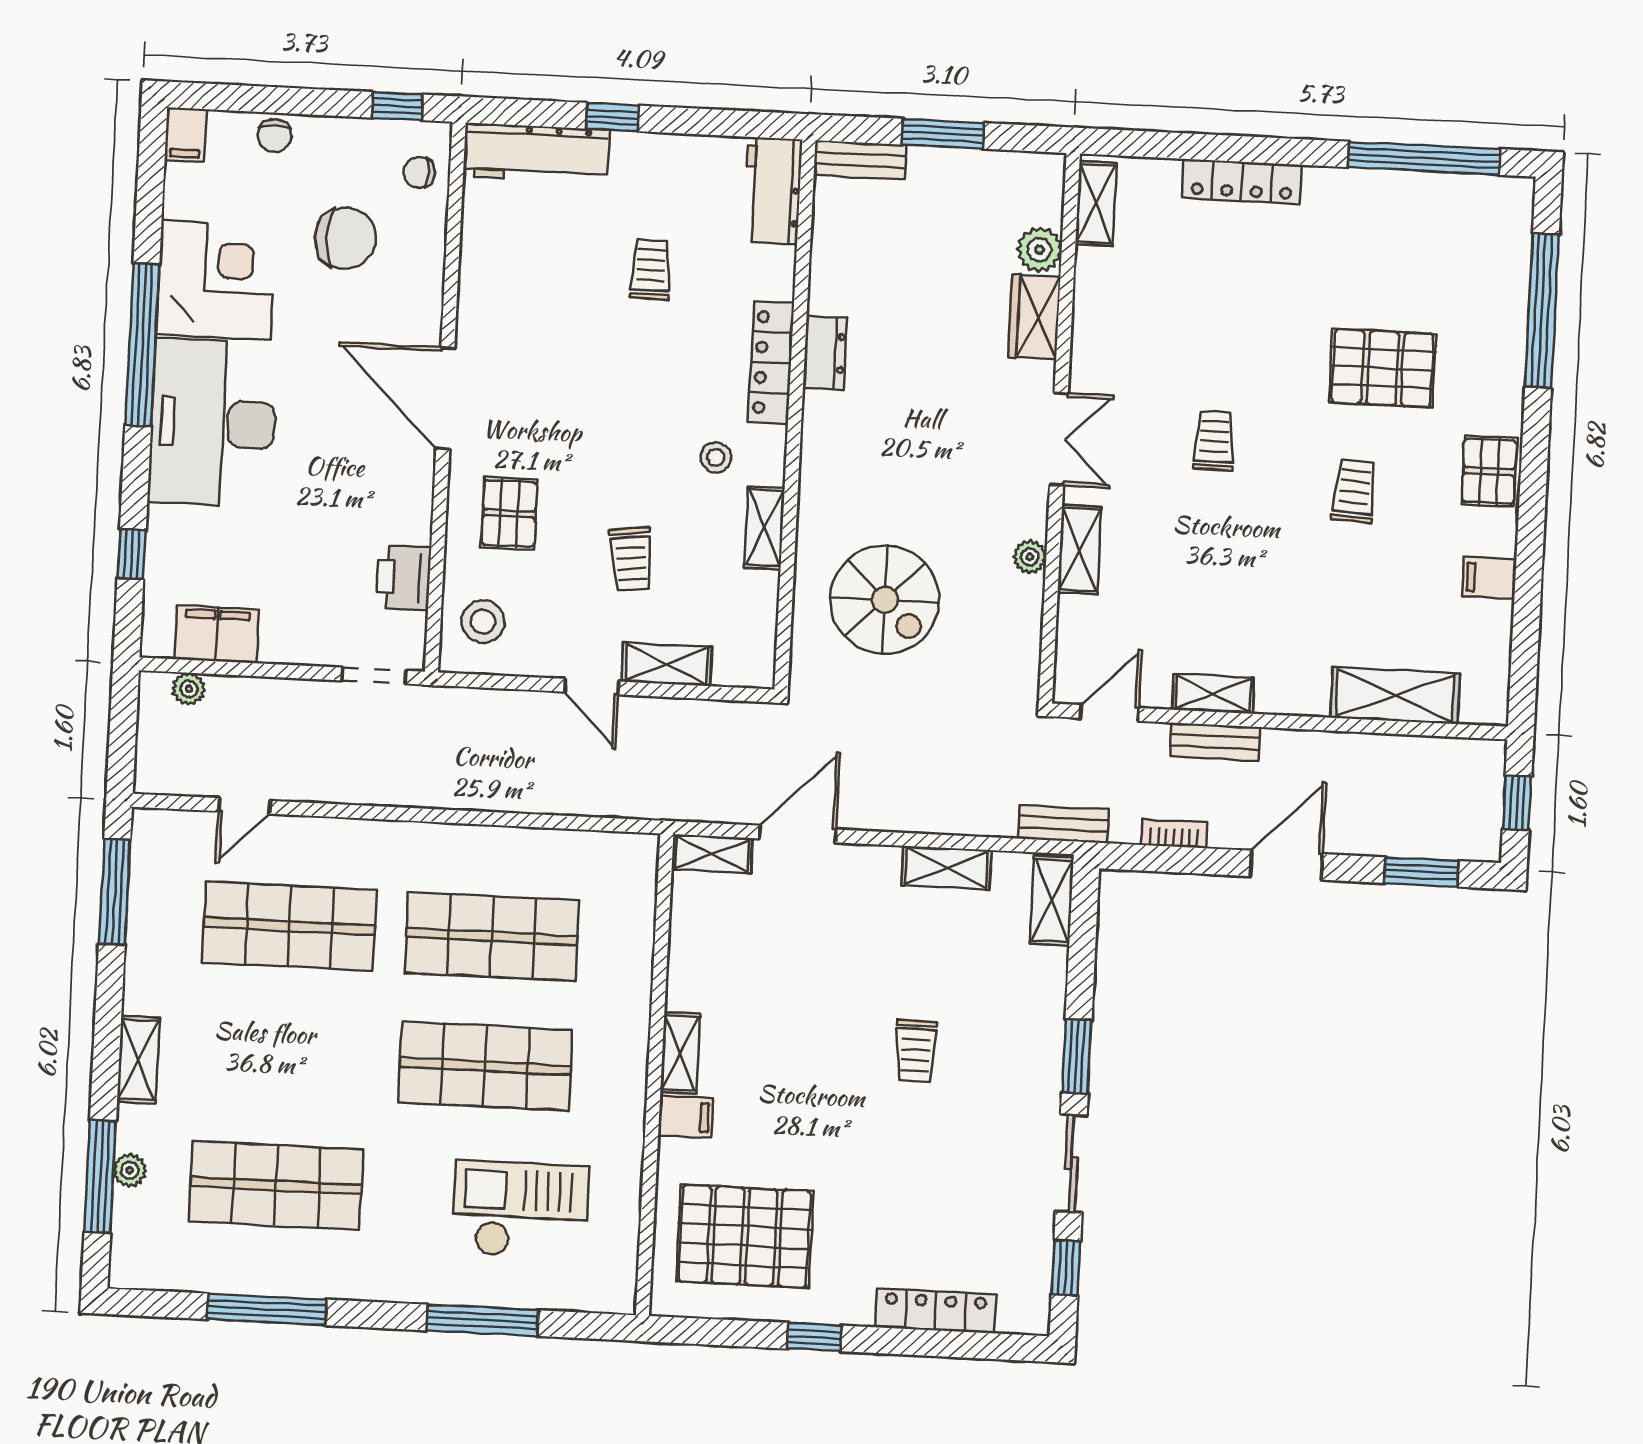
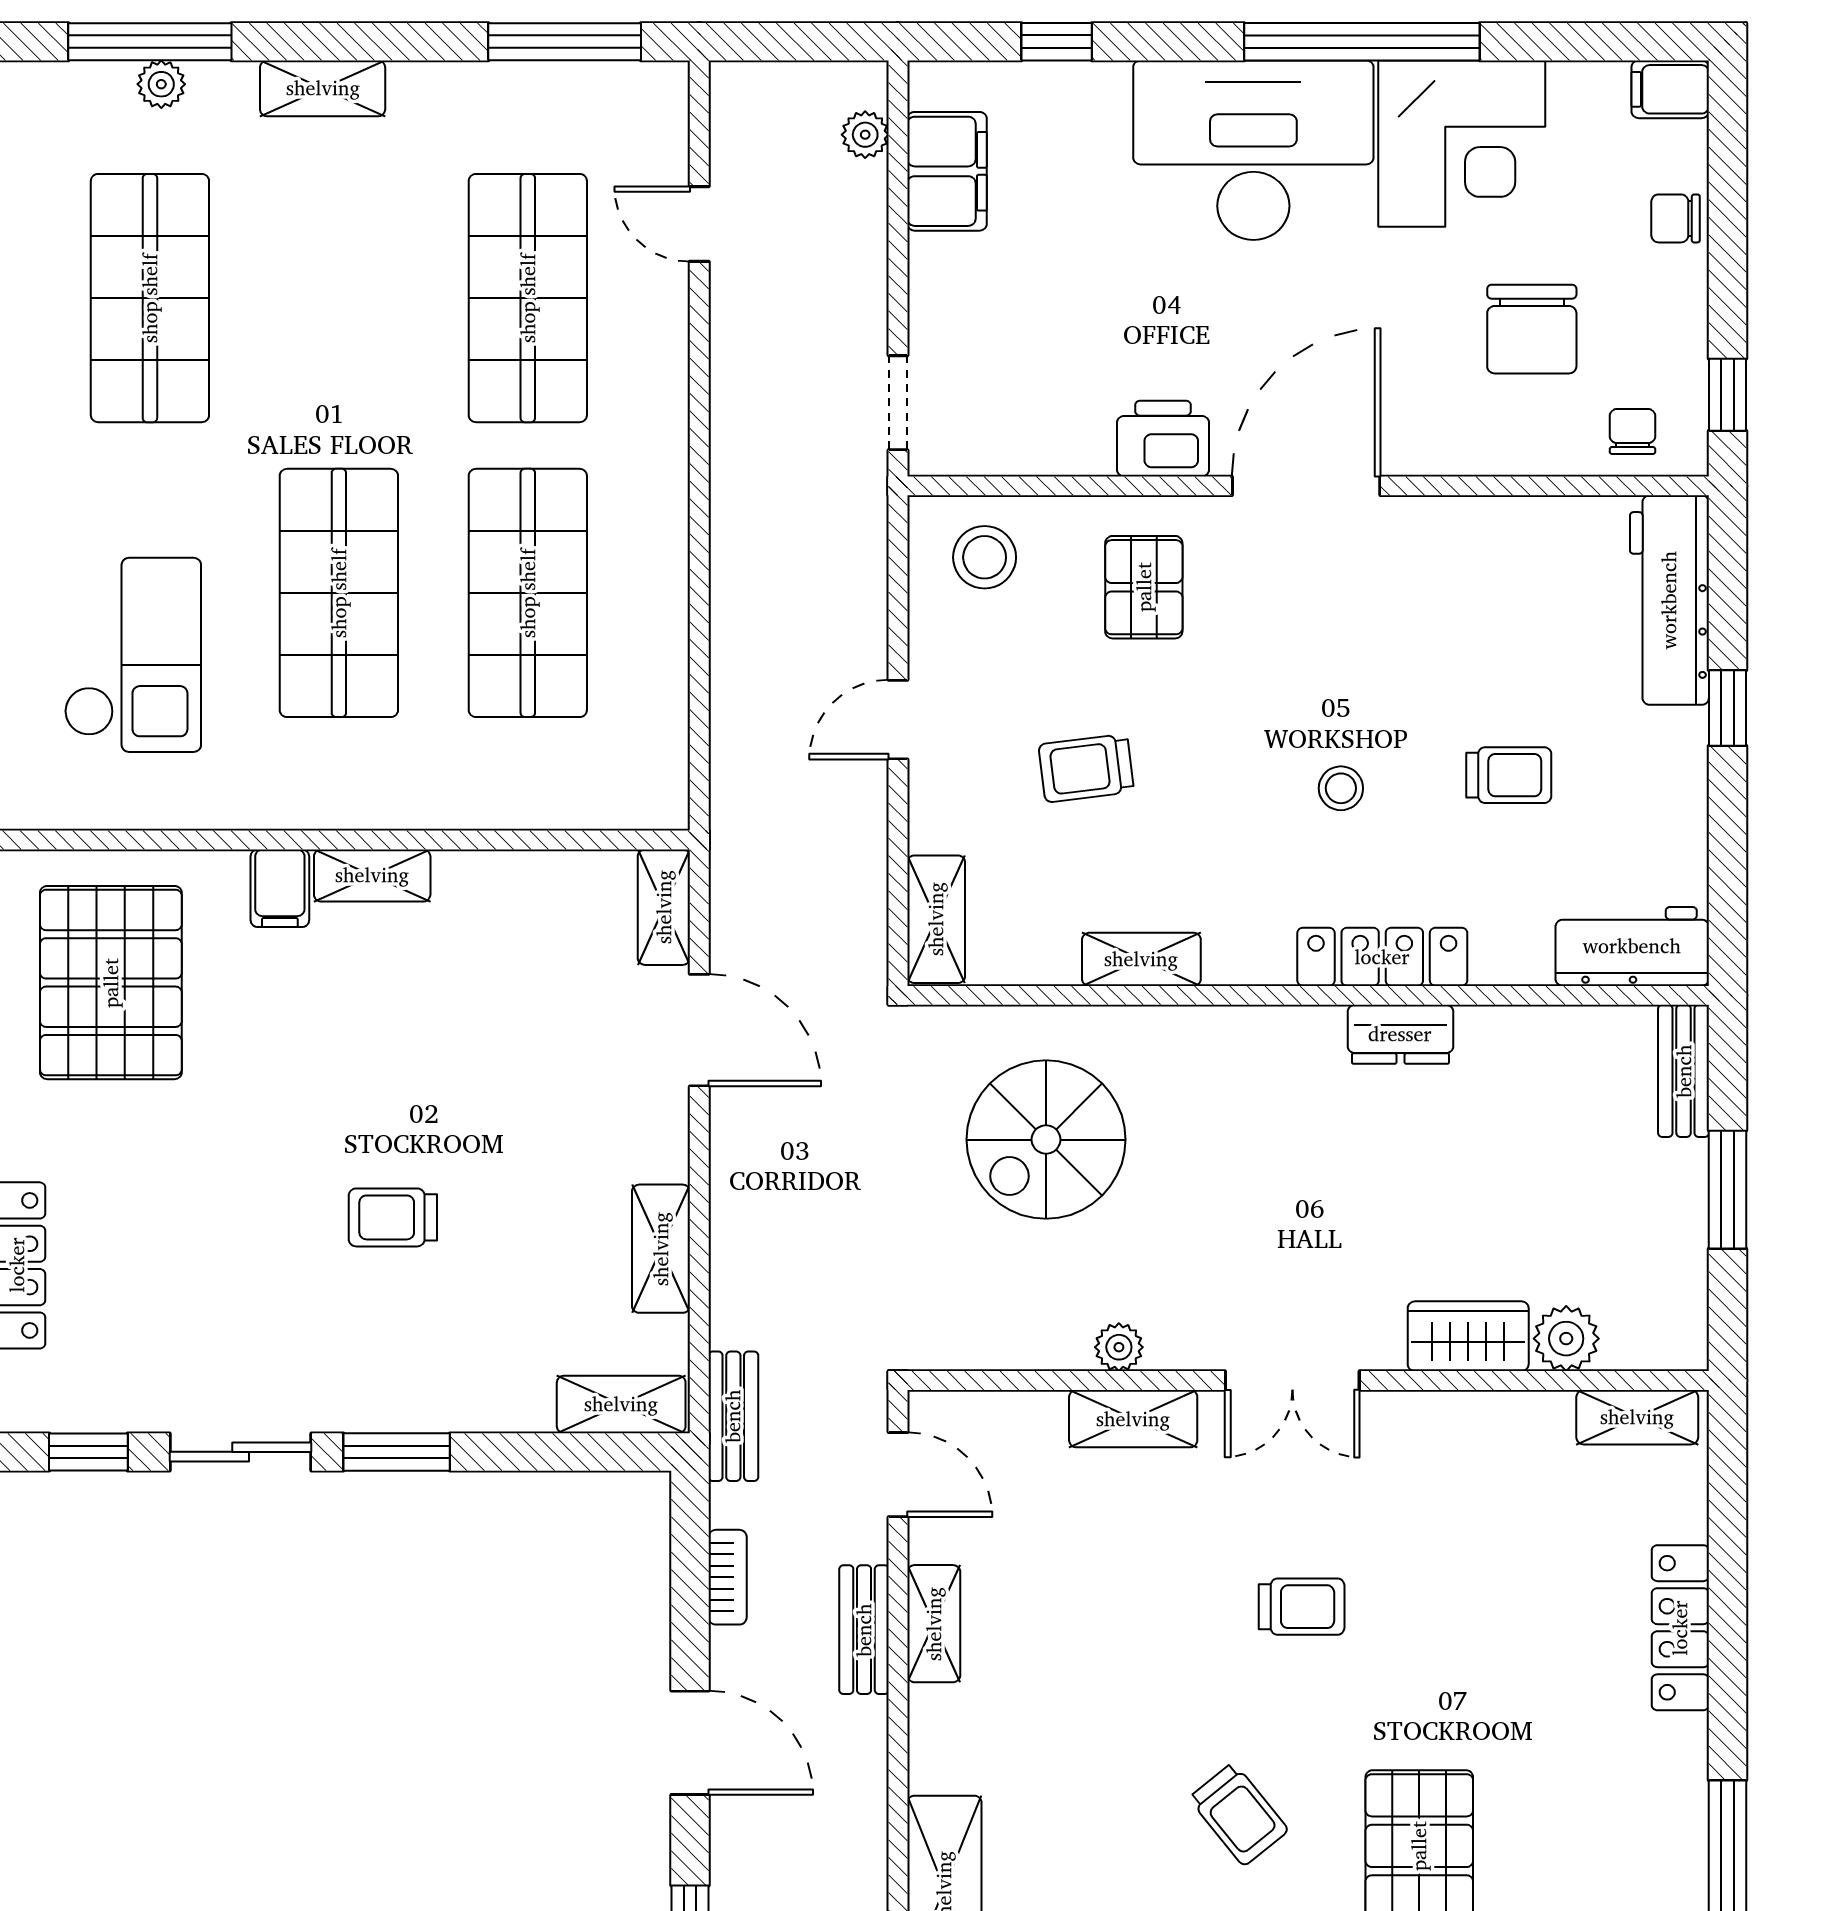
stool: (716, 457) -> (1341, 788), moved
trolley: (1355, 491) -> (1239, 1814), turned 48
pallet: (509, 513) -> (1144, 587), turned 90
printer: (404, 578) -> (1163, 439), moved
shelving: (667, 664) -> (936, 919), moved

